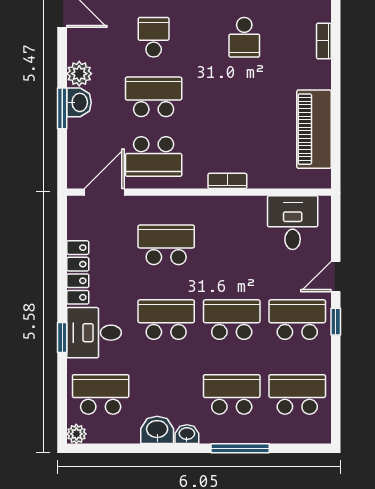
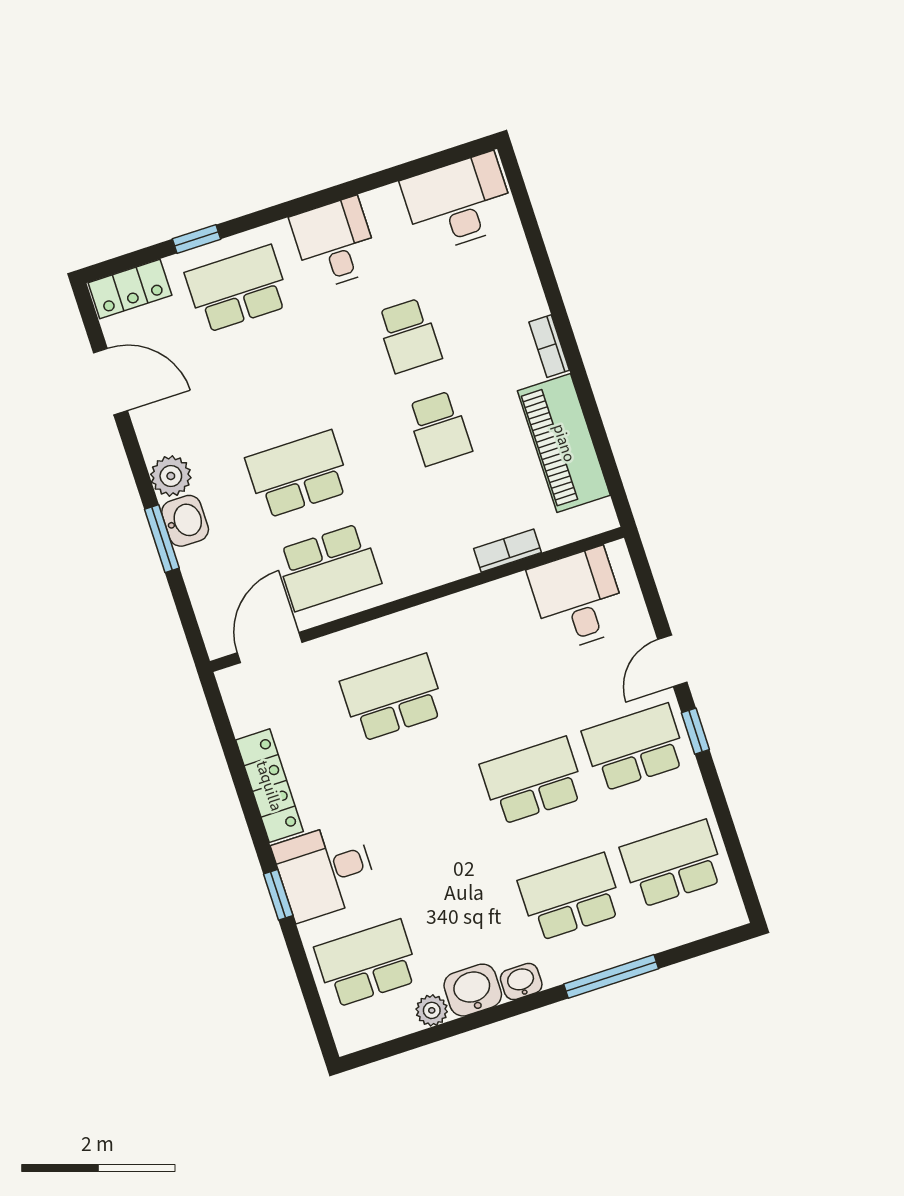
school desk: (154, 37) -> (439, 428), moved, turned 180
bookcase: (324, 41) -> (549, 346), moved
bookcase: (227, 181) -> (507, 551), moved
school desk: (166, 320) -> (431, 814), removed
plant: (76, 434) -> (432, 1010), moved

